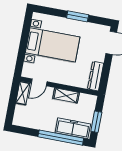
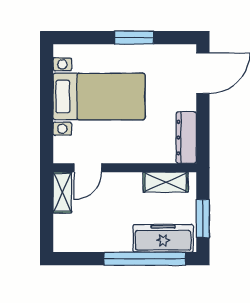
shelving: (66, 95) -> (166, 182), moved

